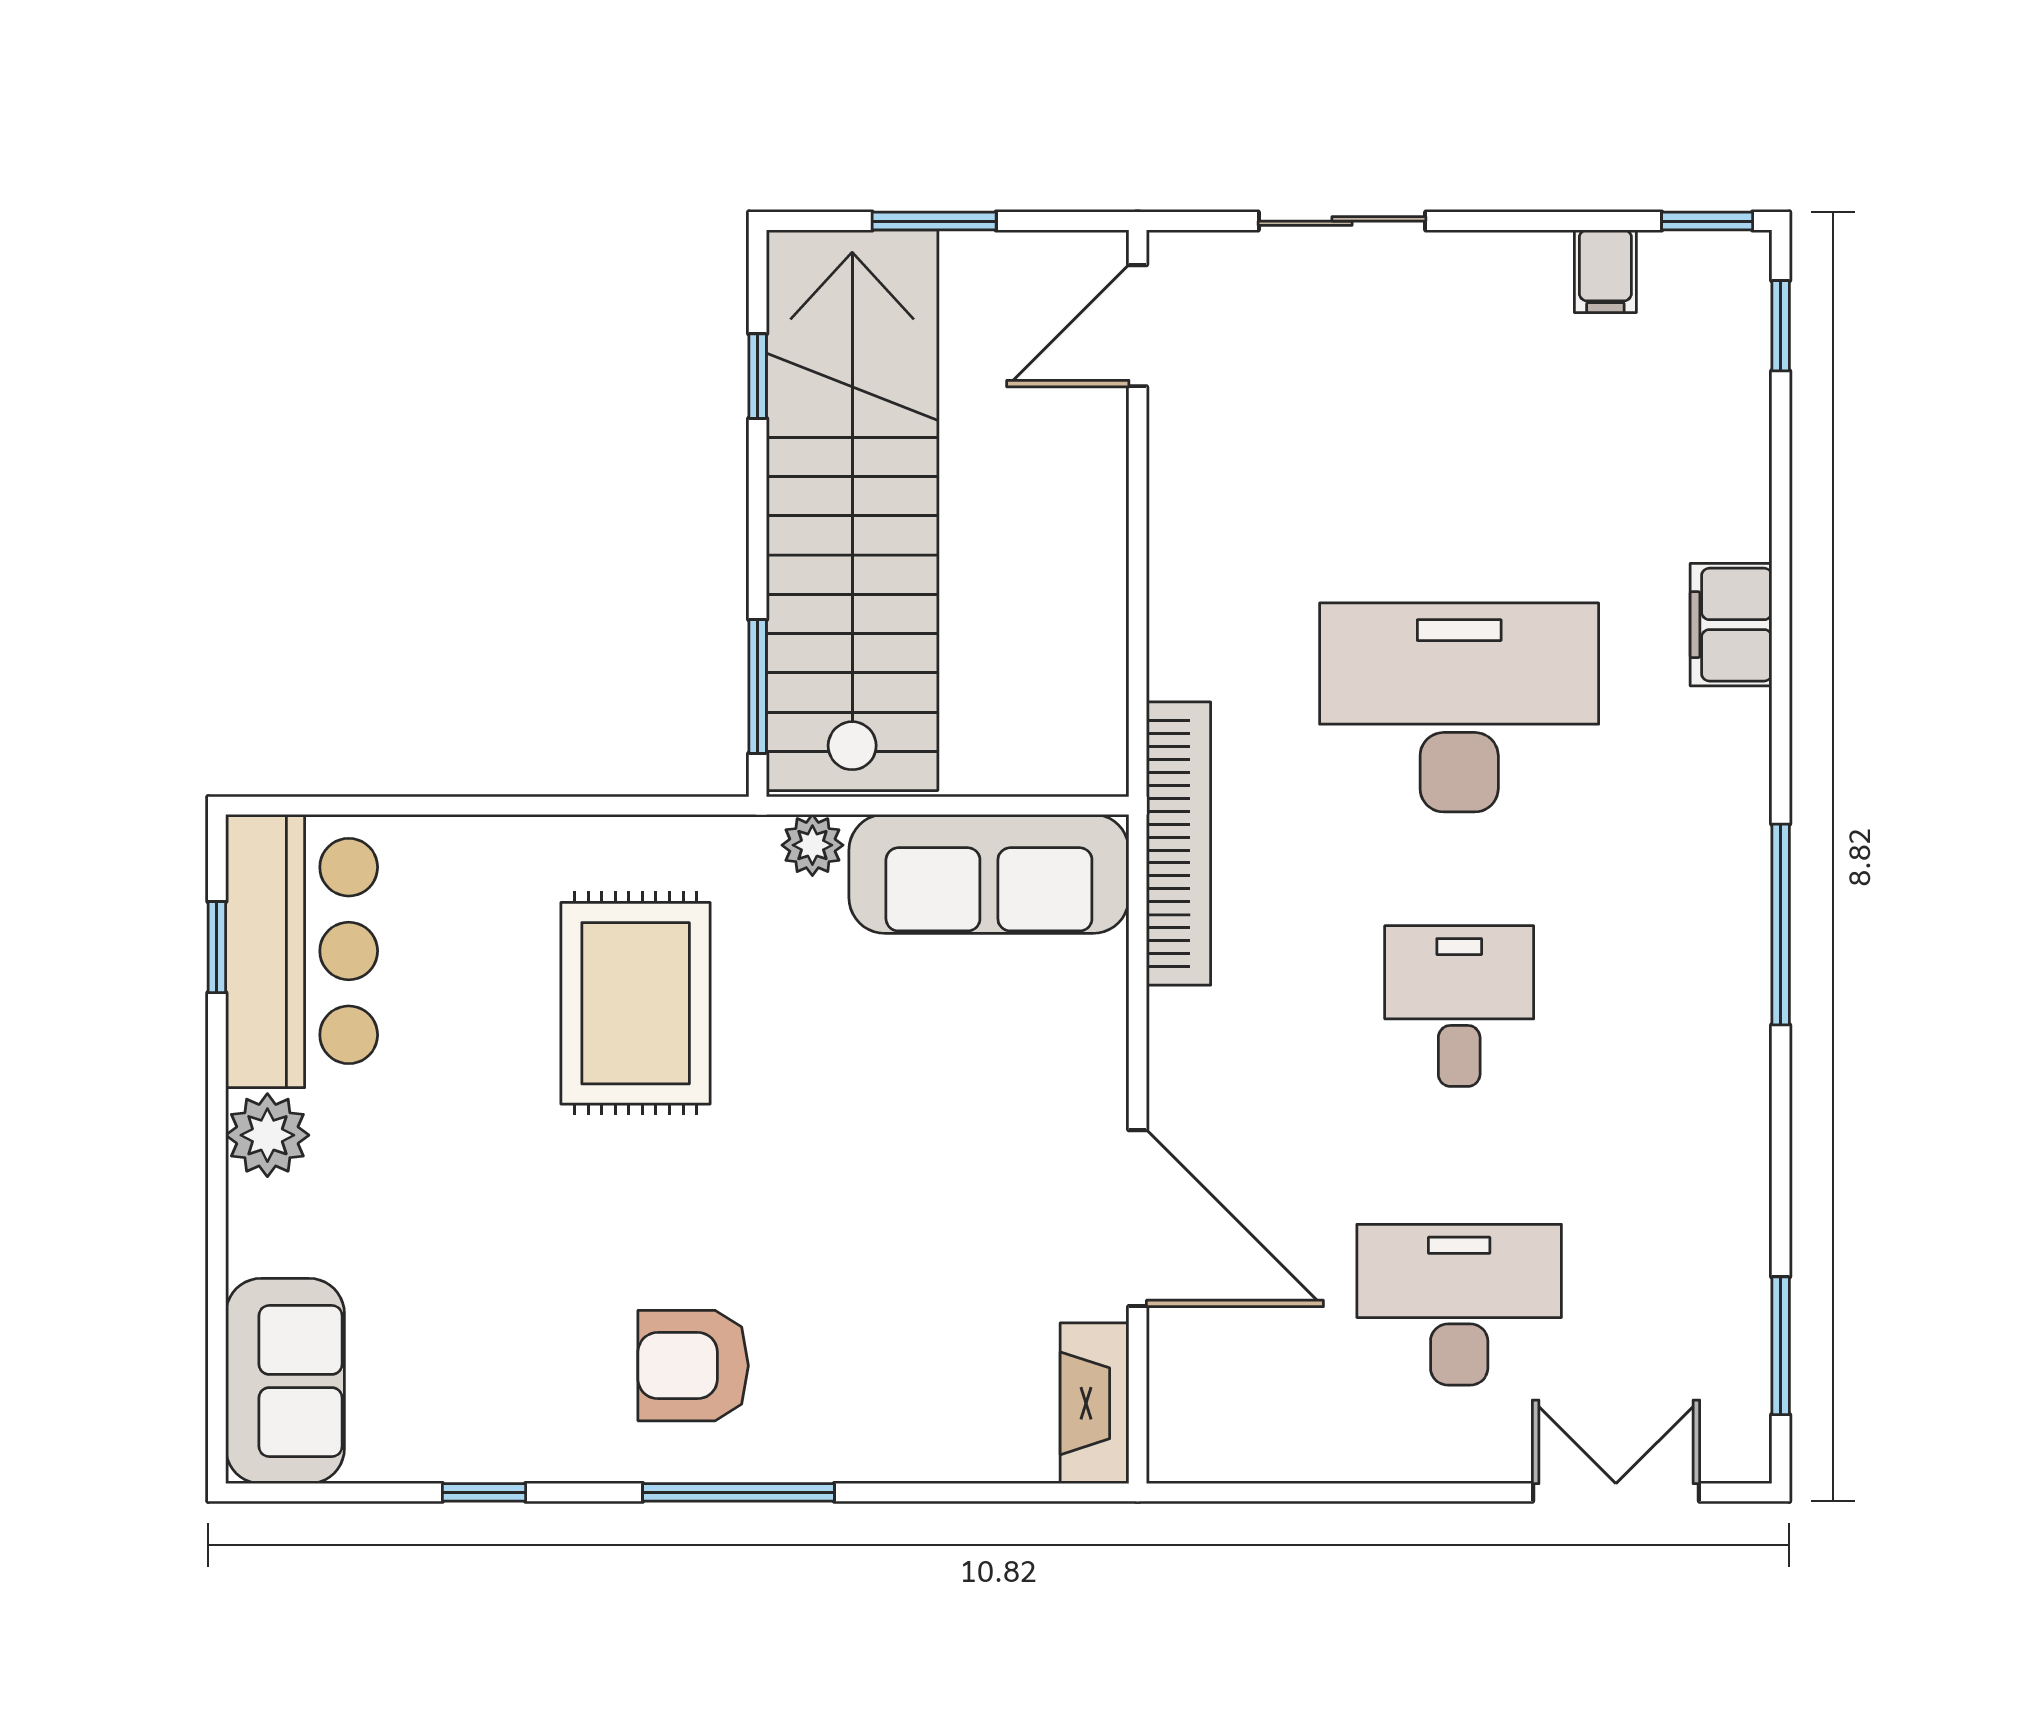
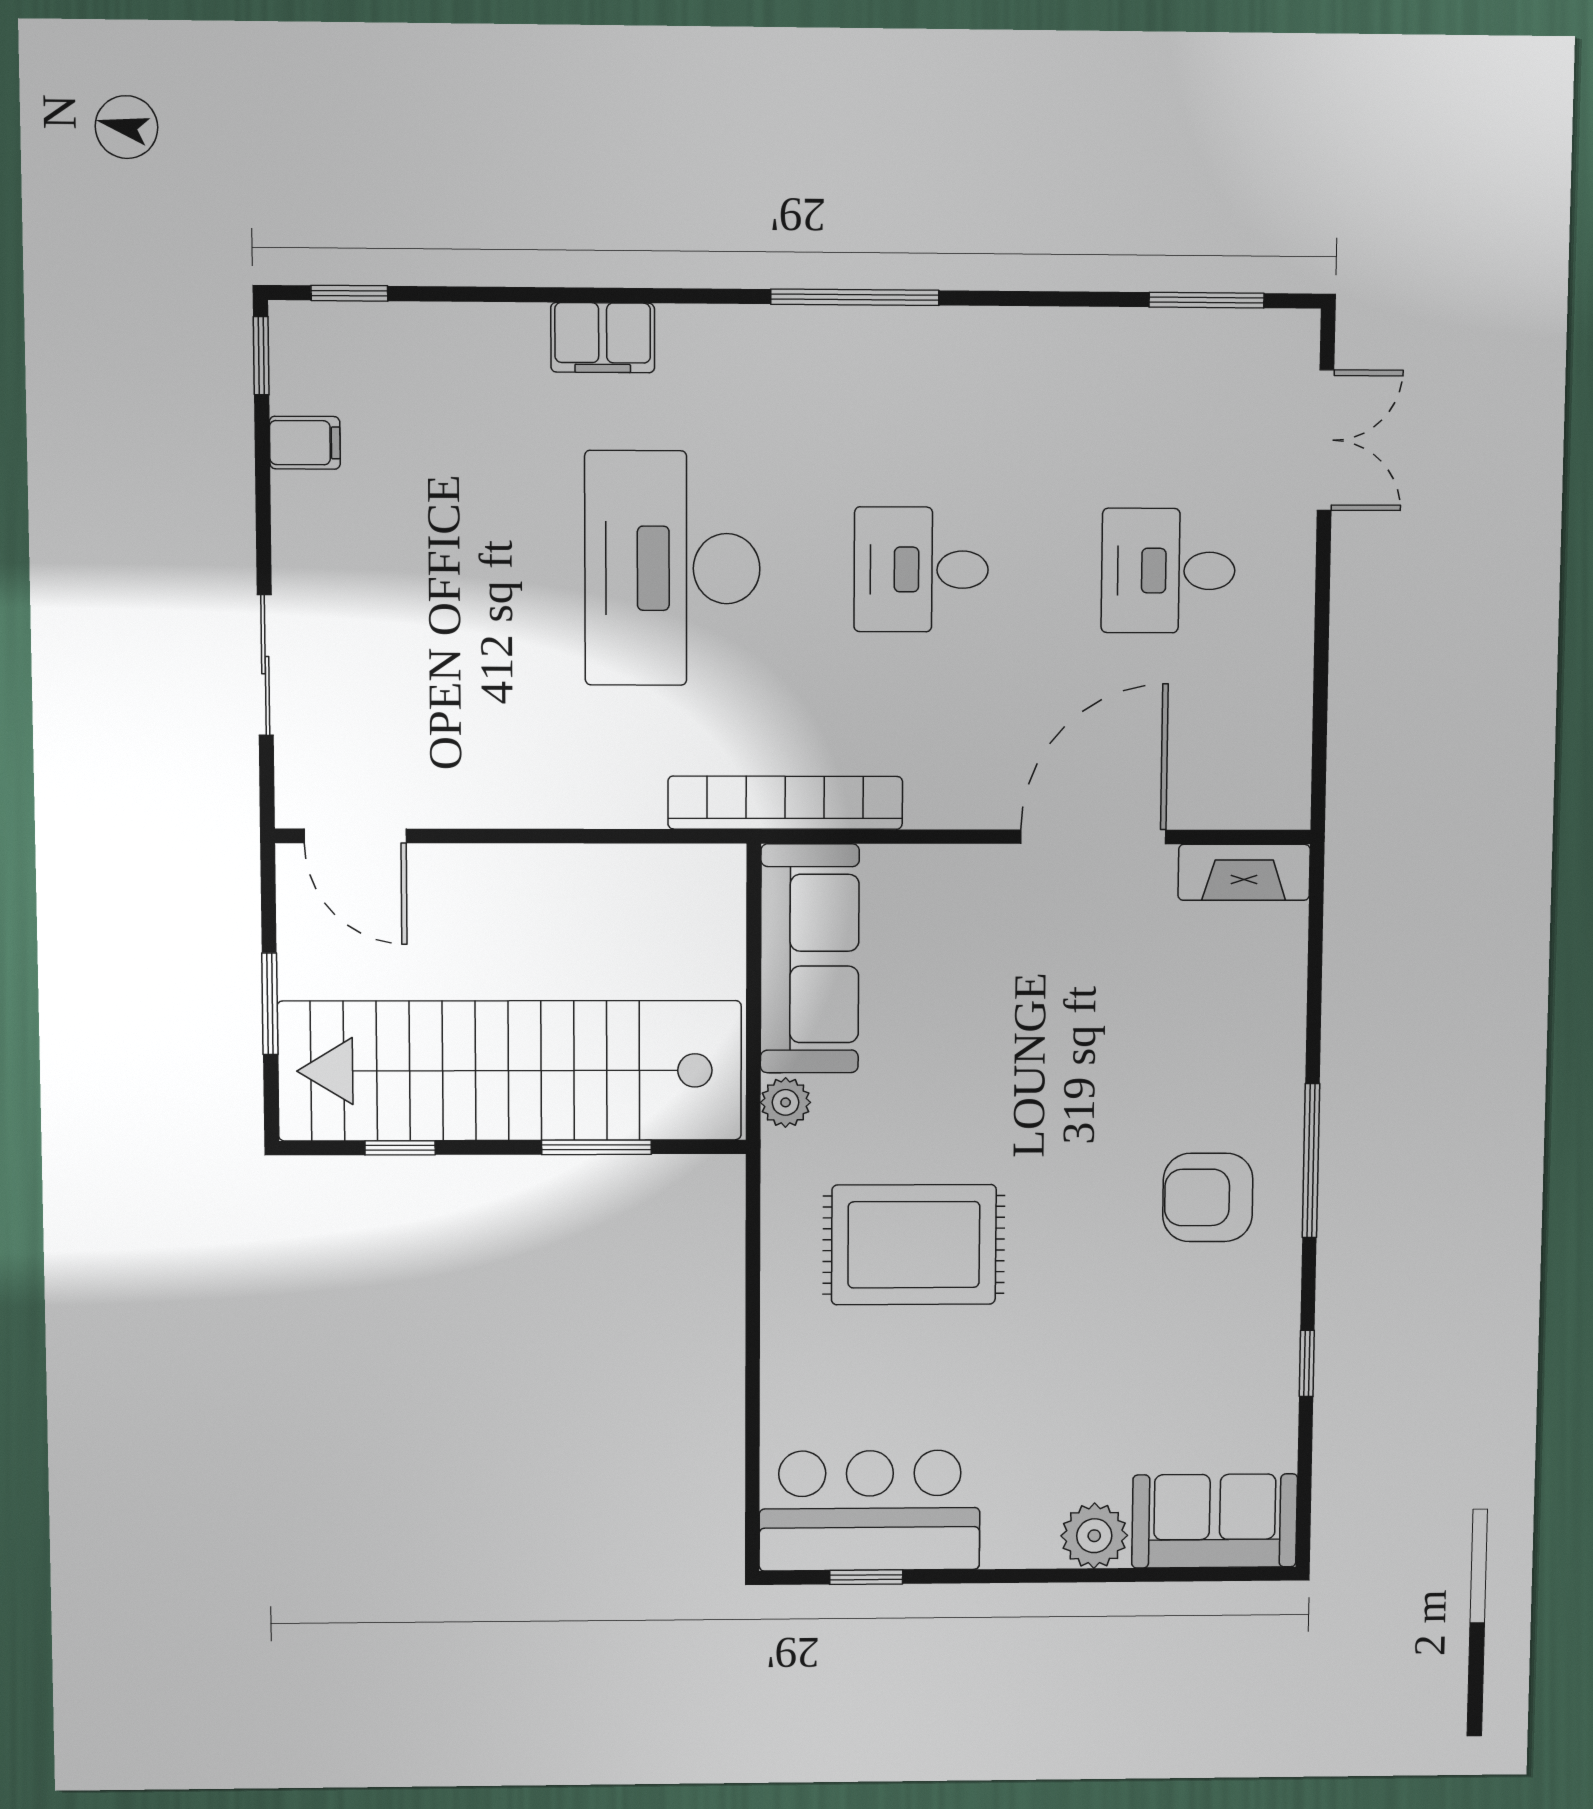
window: (758, 686) -> (597, 1147), moved
plant: (267, 1135) -> (1094, 1536), moved
desk: (1459, 1305) -> (1168, 571), width x0.73
armchair: (693, 1366) -> (1208, 1197), turned 90
double door: (1616, 1492) -> (1326, 440), swing flipped

